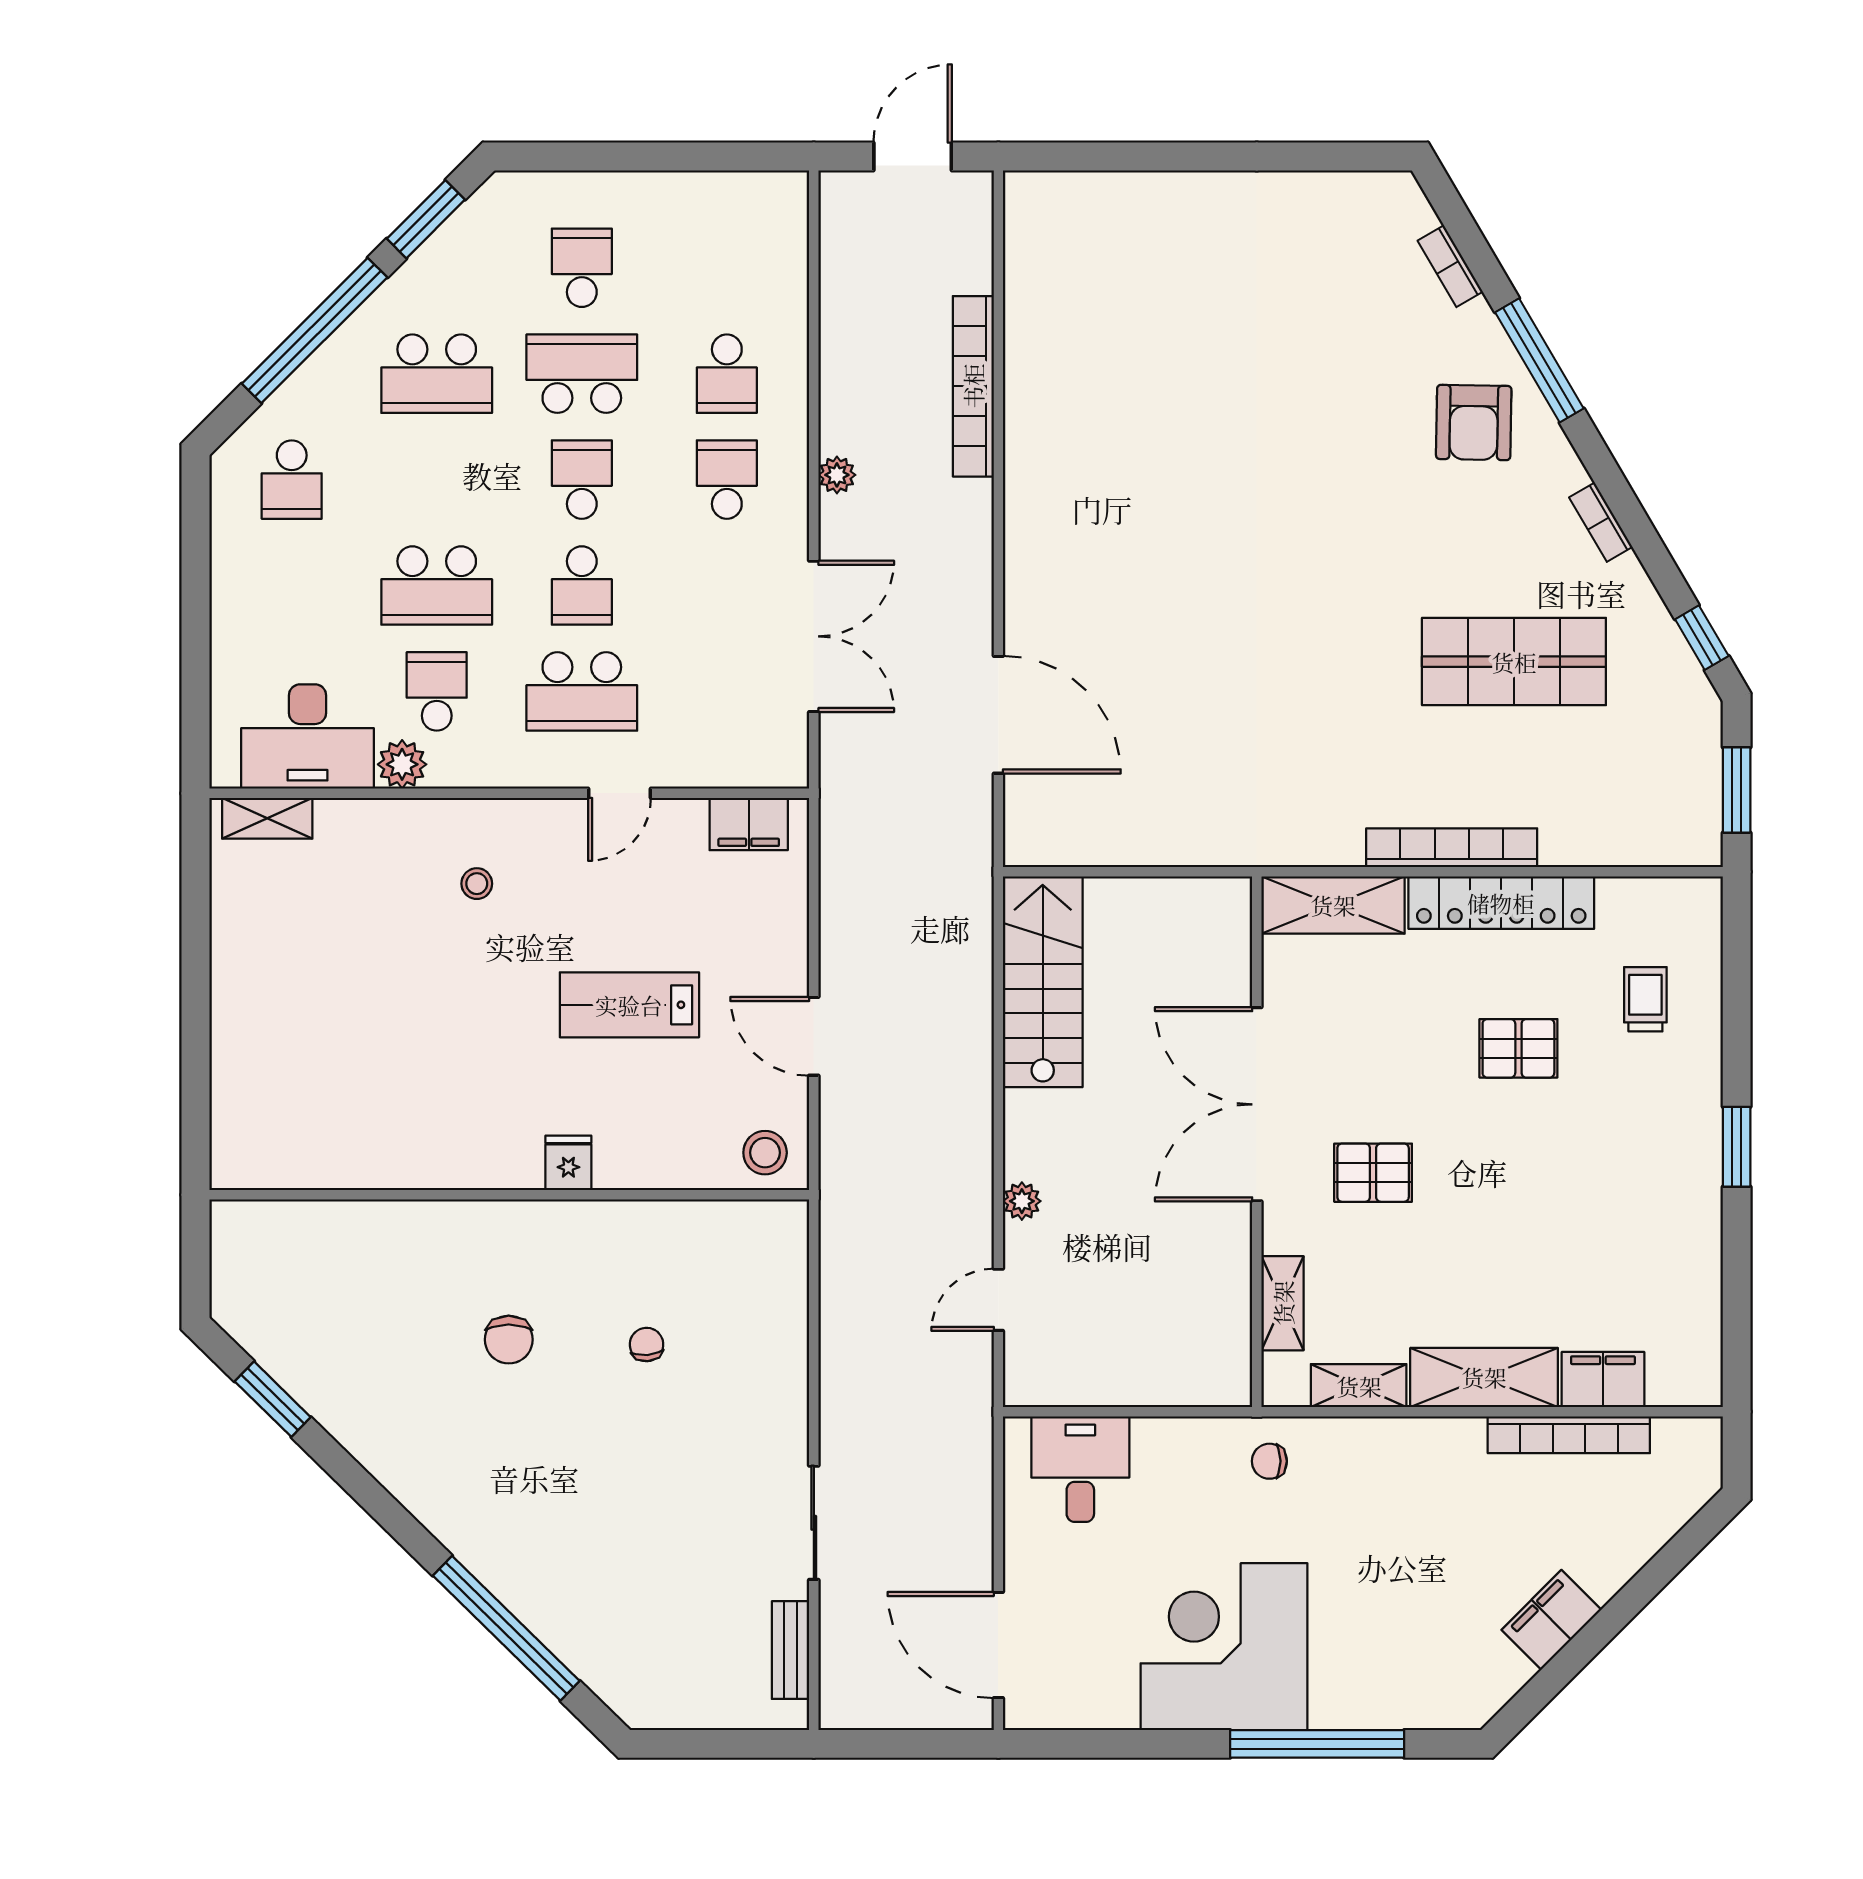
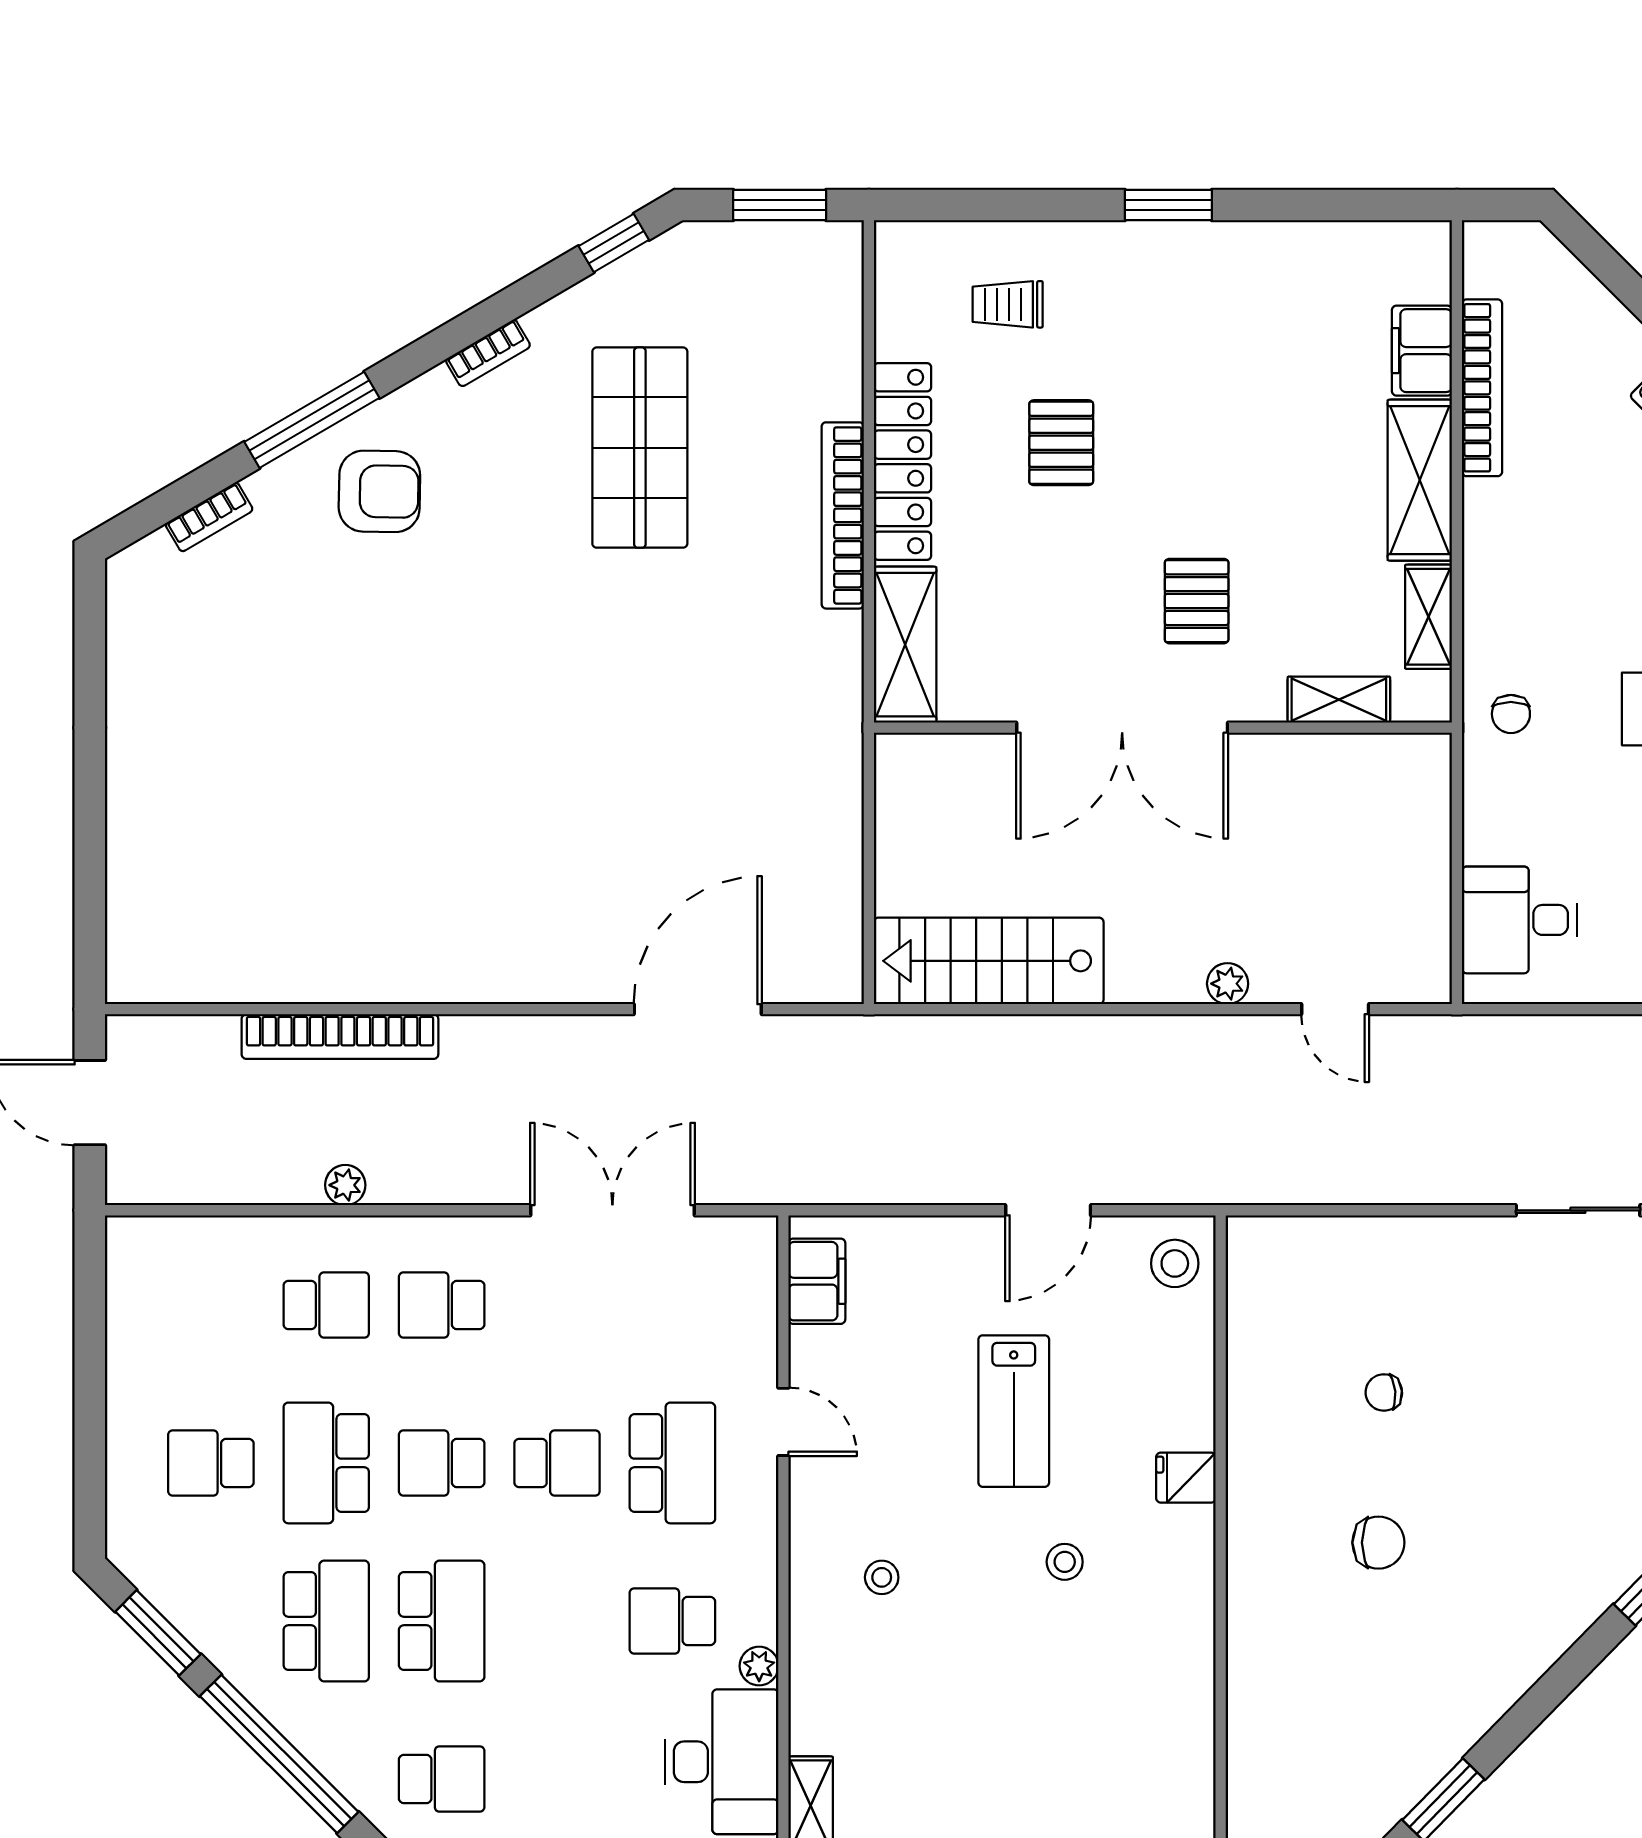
plant: (837, 475) -> (345, 1185), moved
school desk: (437, 586) -> (442, 1621), moved
plant: (402, 764) -> (759, 1666), width x0.73, depth x0.73
stool: (491, 1052) -> (1065, 1562), added

